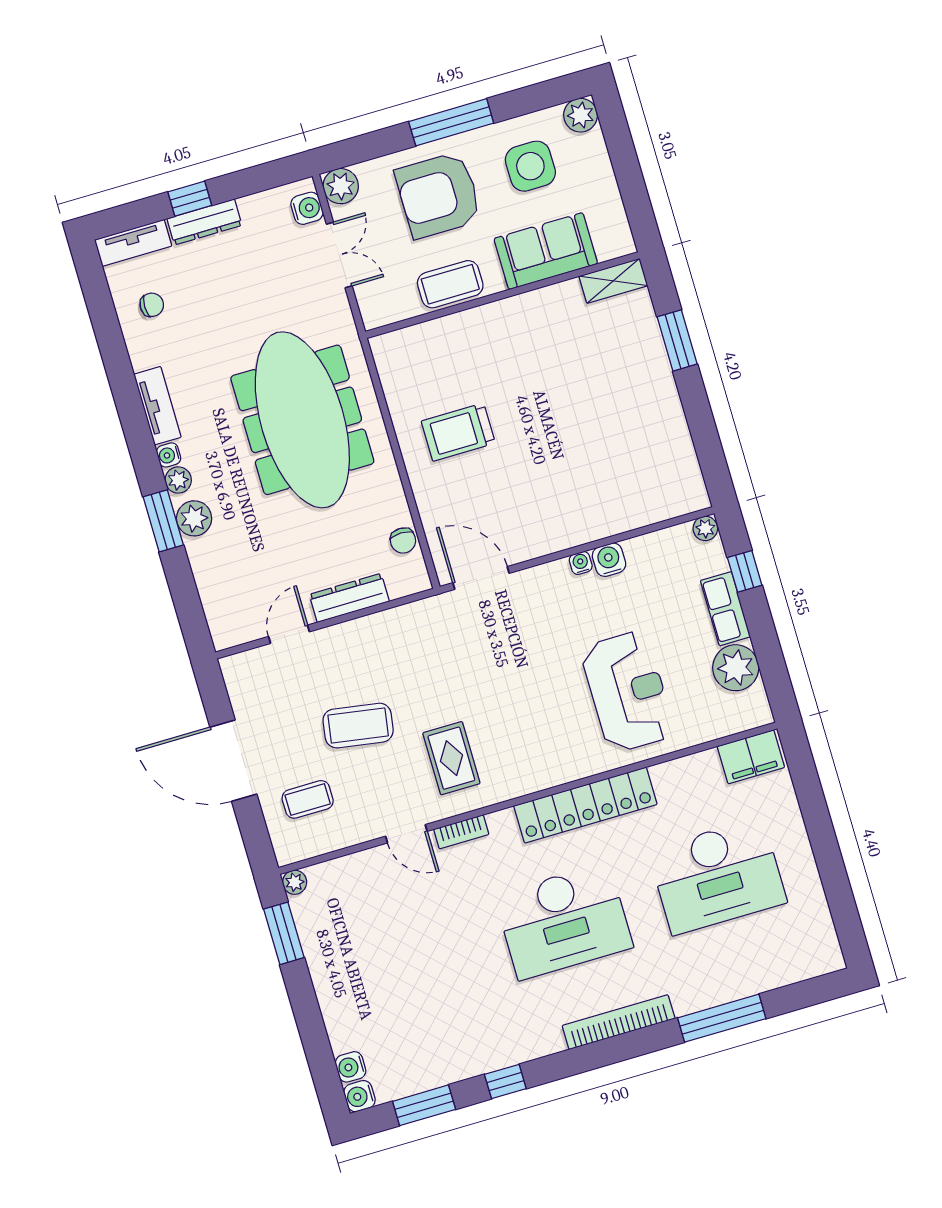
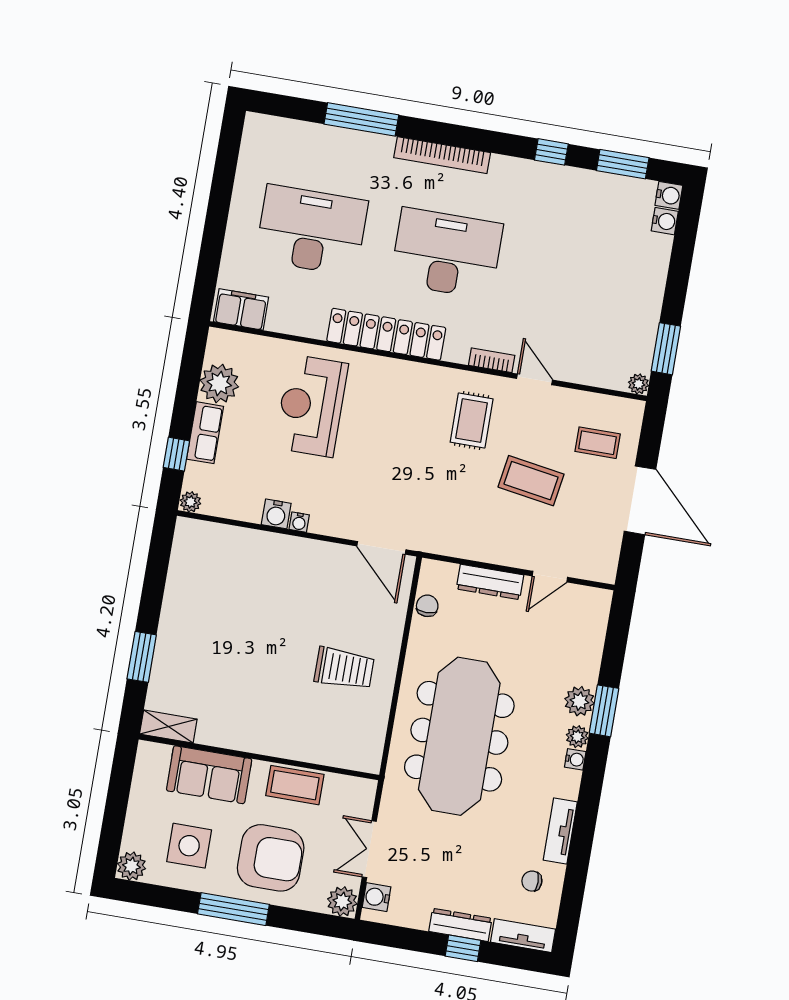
tv unit: (157, 406) -> (560, 831), moved

